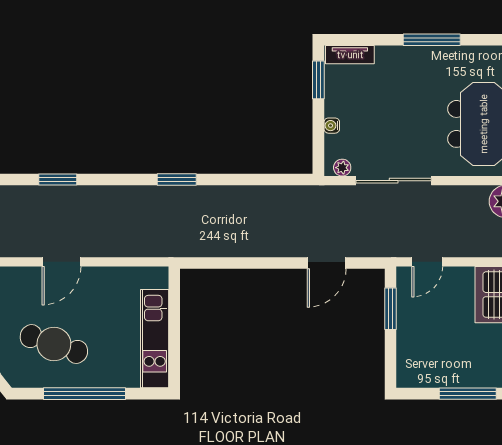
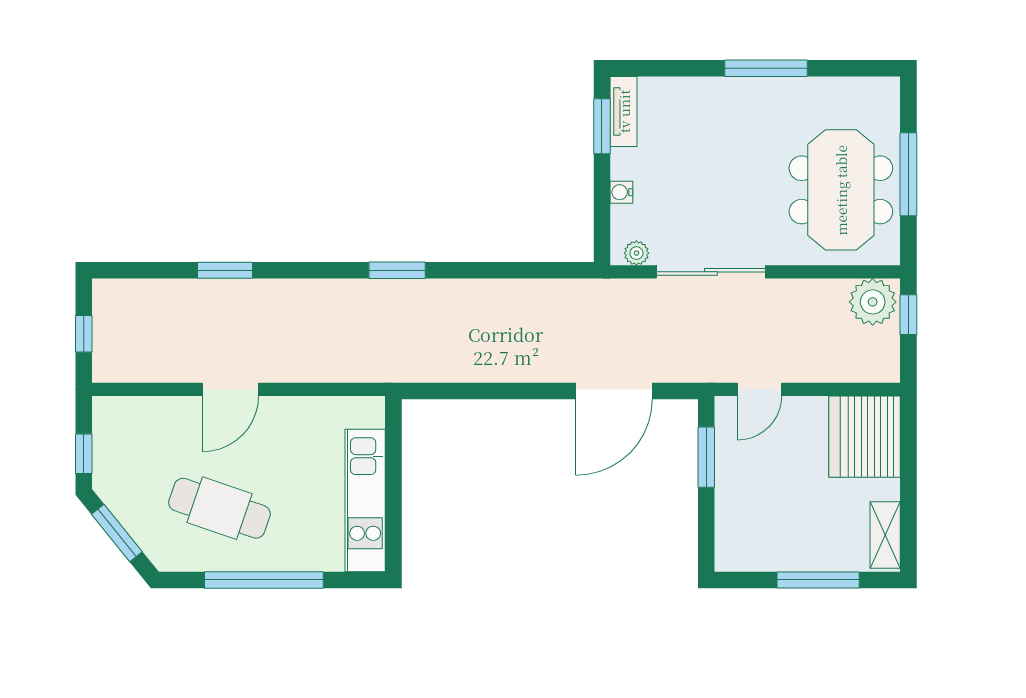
tv unit: (350, 55) -> (624, 111), moved, turned -90
door: (327, 263) -> (614, 391), width x1.36

